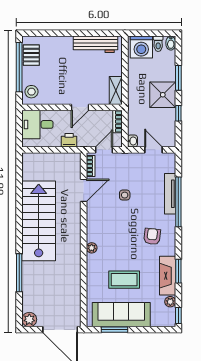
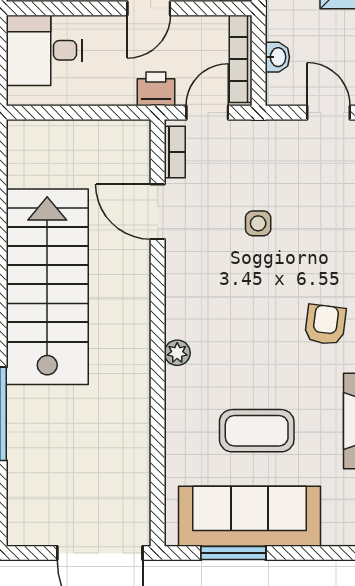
bookcase: (118, 121) -> (241, 59), width x1.56
printer: (69, 140) -> (156, 89), moved
washbasin: (133, 141) -> (277, 57), moved
door: (84, 190) -> (158, 212), swing flipped
plant: (29, 320) -> (24, 528), removed

